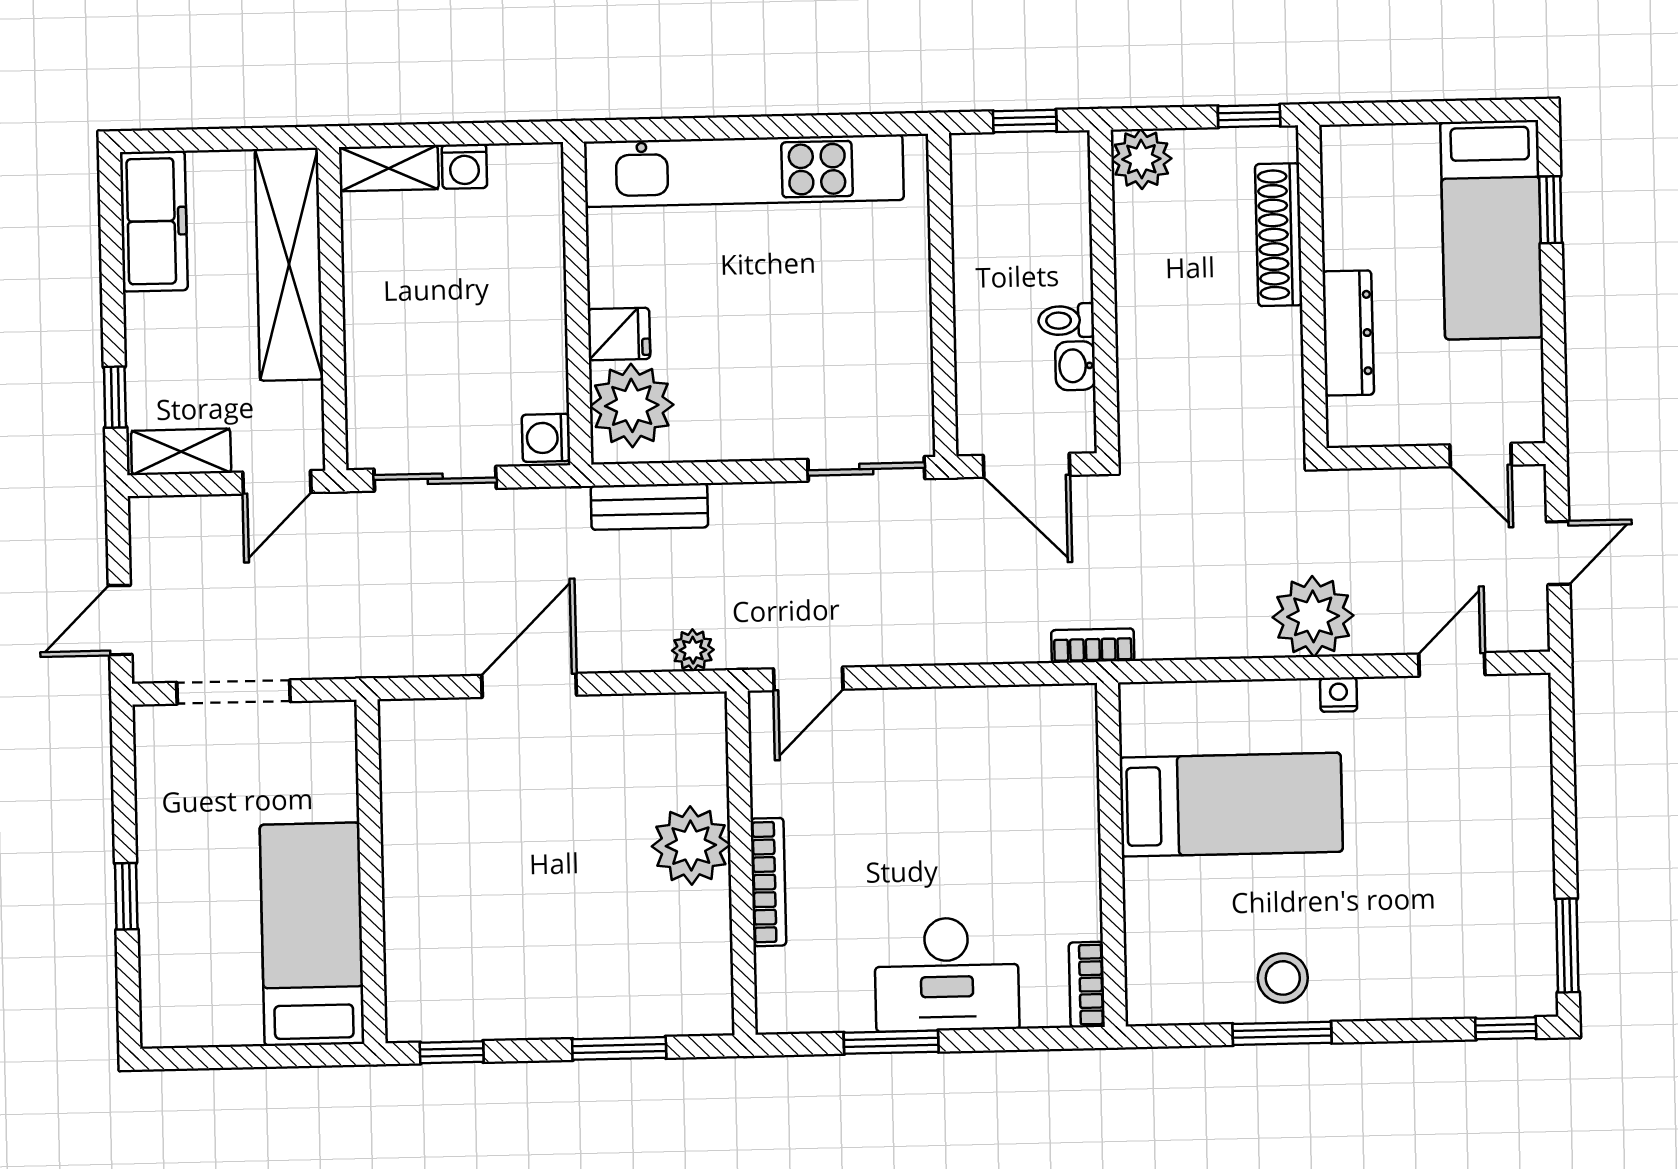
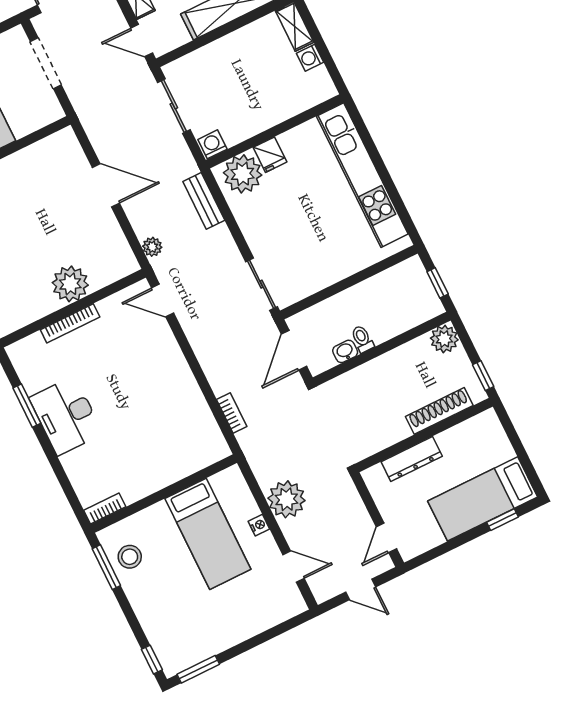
bed: (1231, 805) -> (208, 534), moved
wall: (1111, 855) -> (164, 494), moved
bookcase: (1087, 985) -> (105, 508), moved

